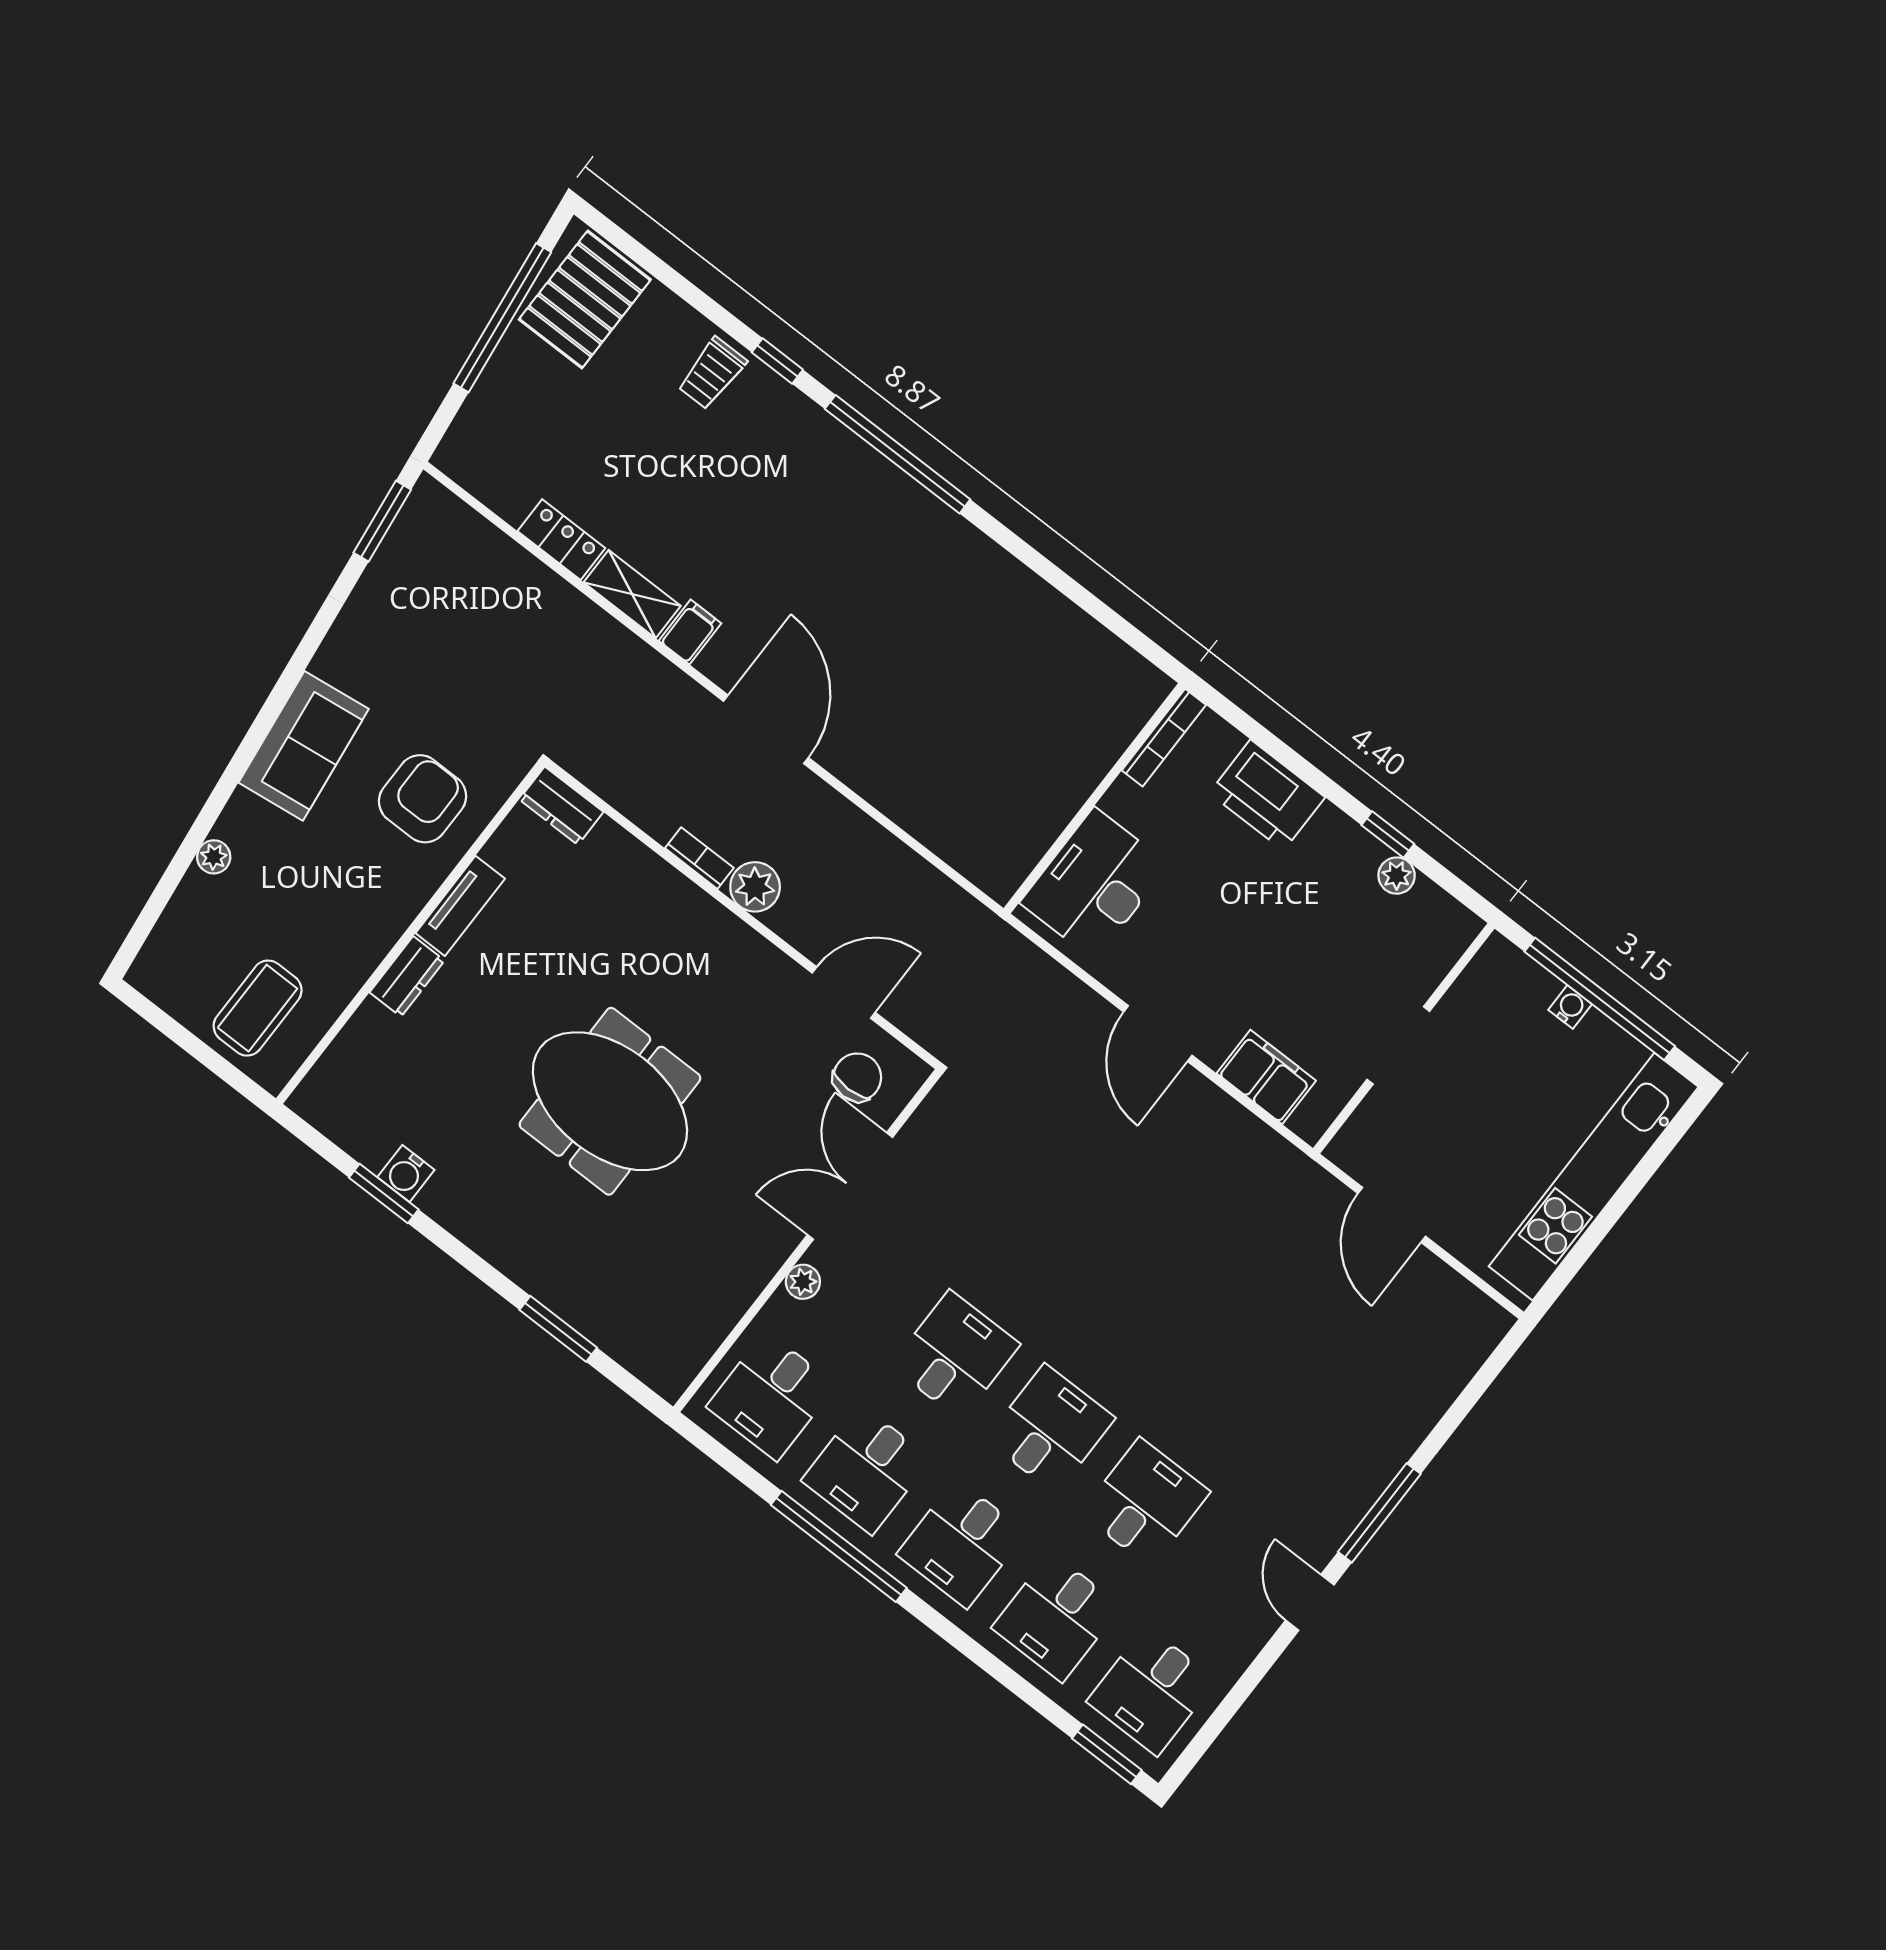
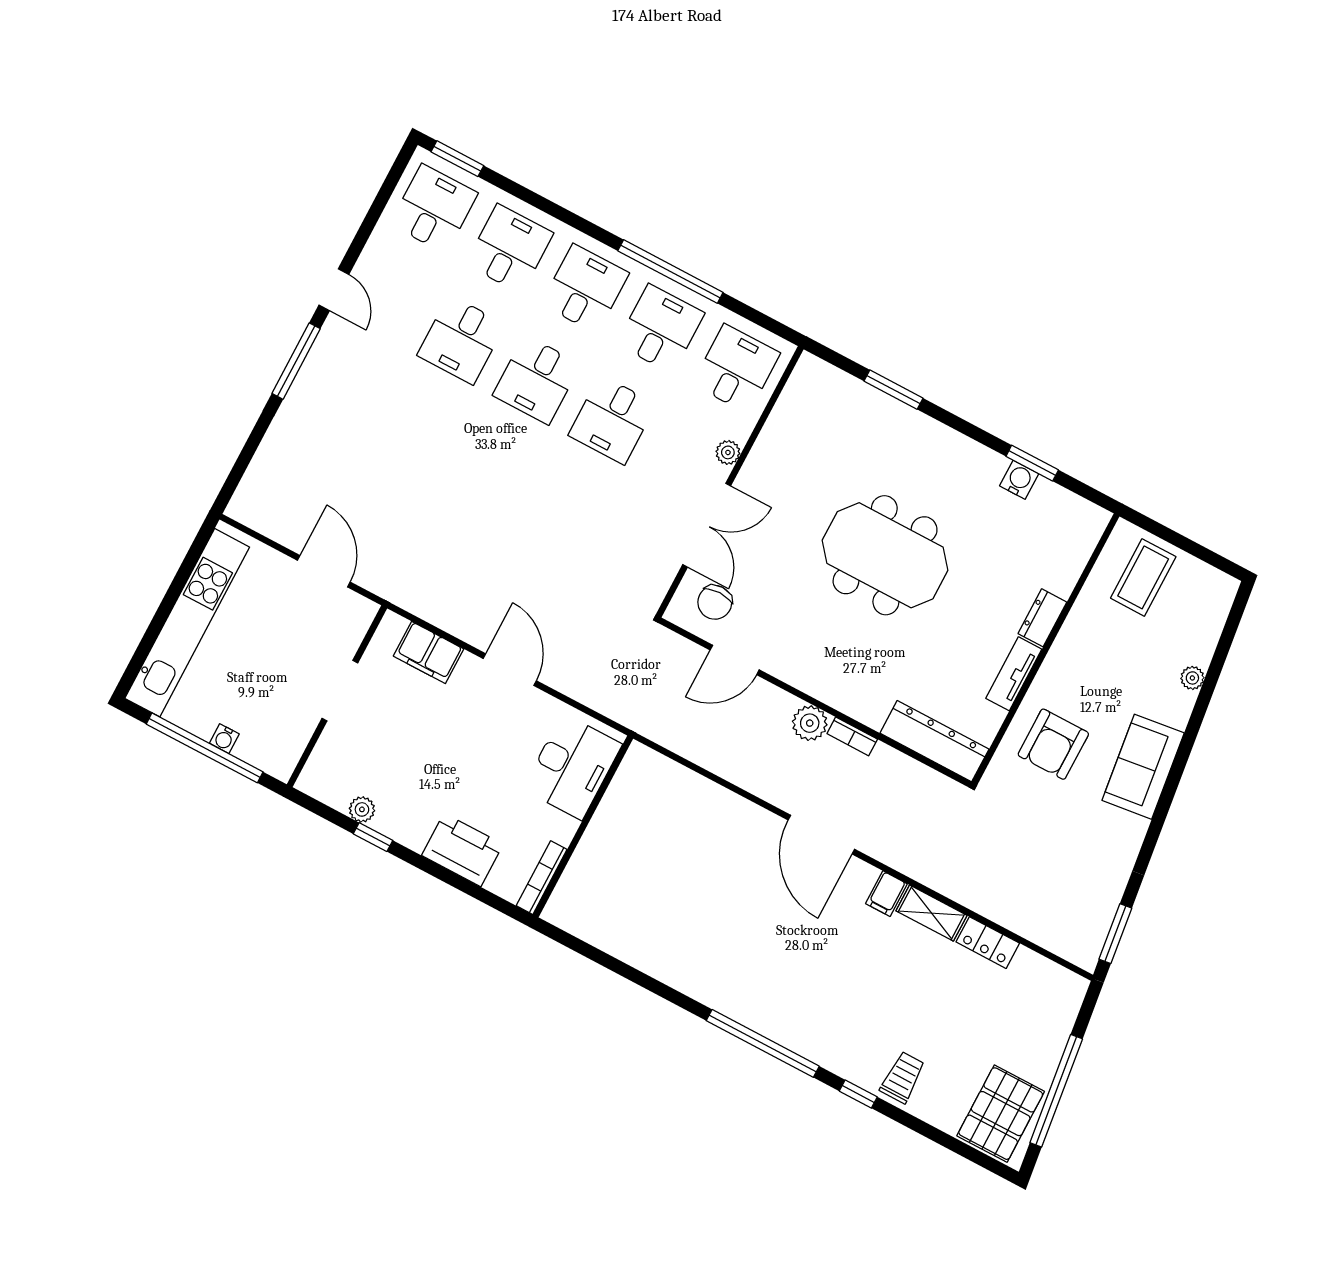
dresser: (561, 806) -> (934, 741), width x1.96, depth x1.24

